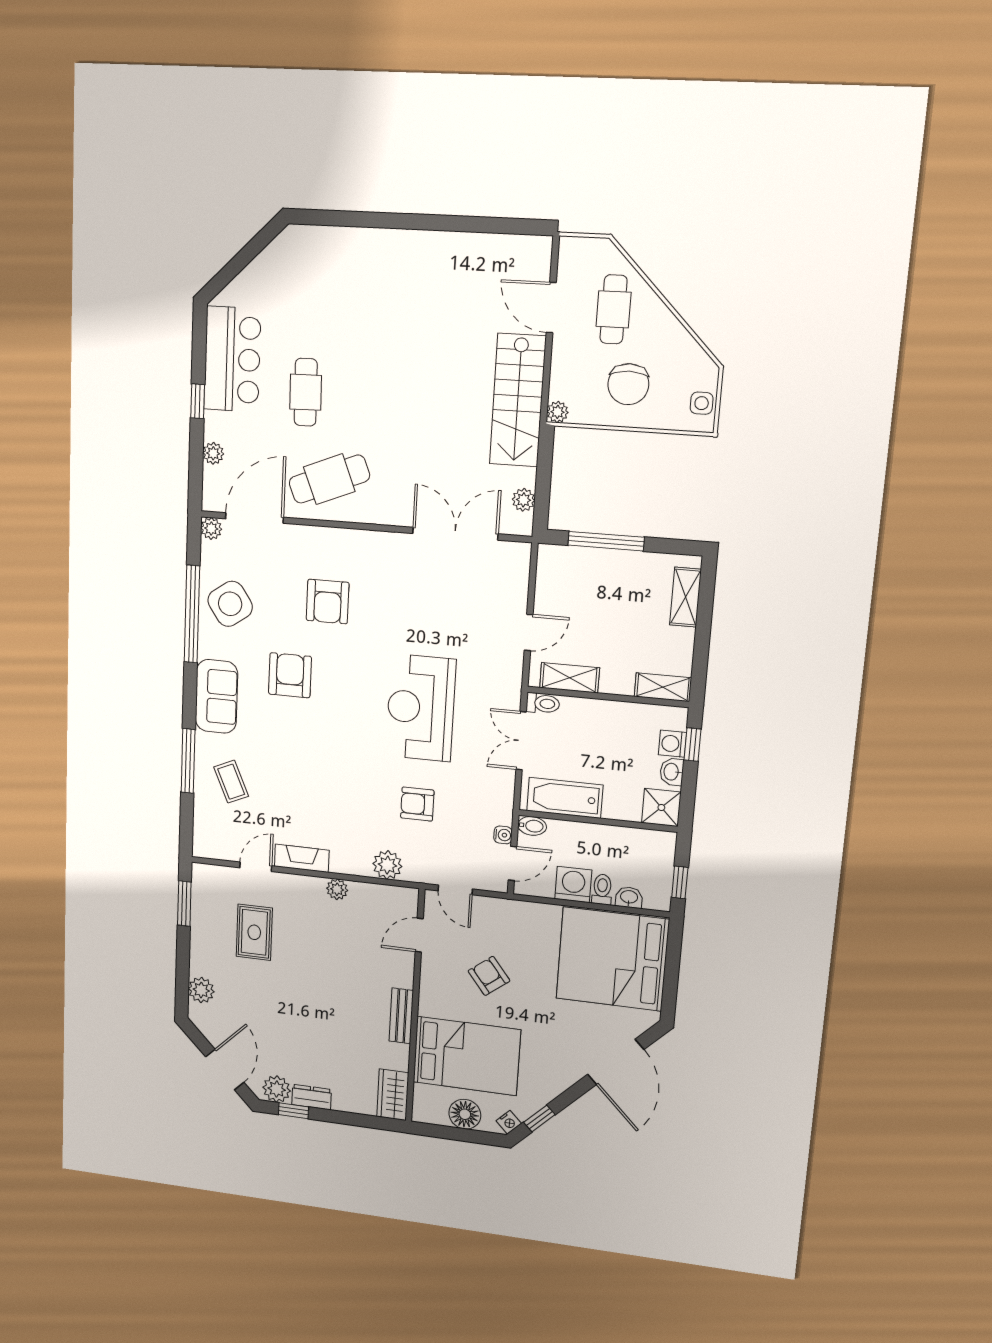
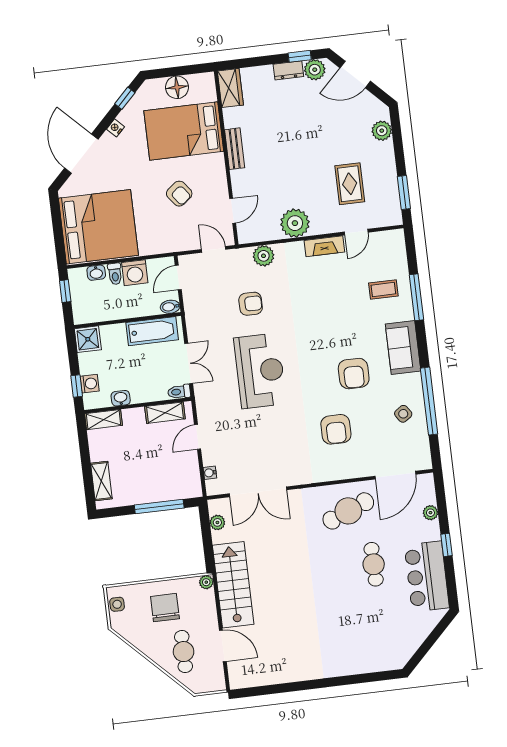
plant: (211, 528) -> (424, 462), removed
armchair: (328, 602) -> (336, 429), turned 180
side table: (230, 604) -> (403, 414), width x0.54, depth x0.54
washbasin: (672, 772) -> (121, 398), moved, turned -90
coffee table: (231, 782) -> (383, 290), turned -66
water cooler: (503, 835) -> (210, 473), moved
plant: (337, 889) -> (295, 223), width x1.88, depth x1.88
door: (225, 1069) -> (355, 74), hinge flipped
nightstand: (509, 1122) -> (115, 128), moved

